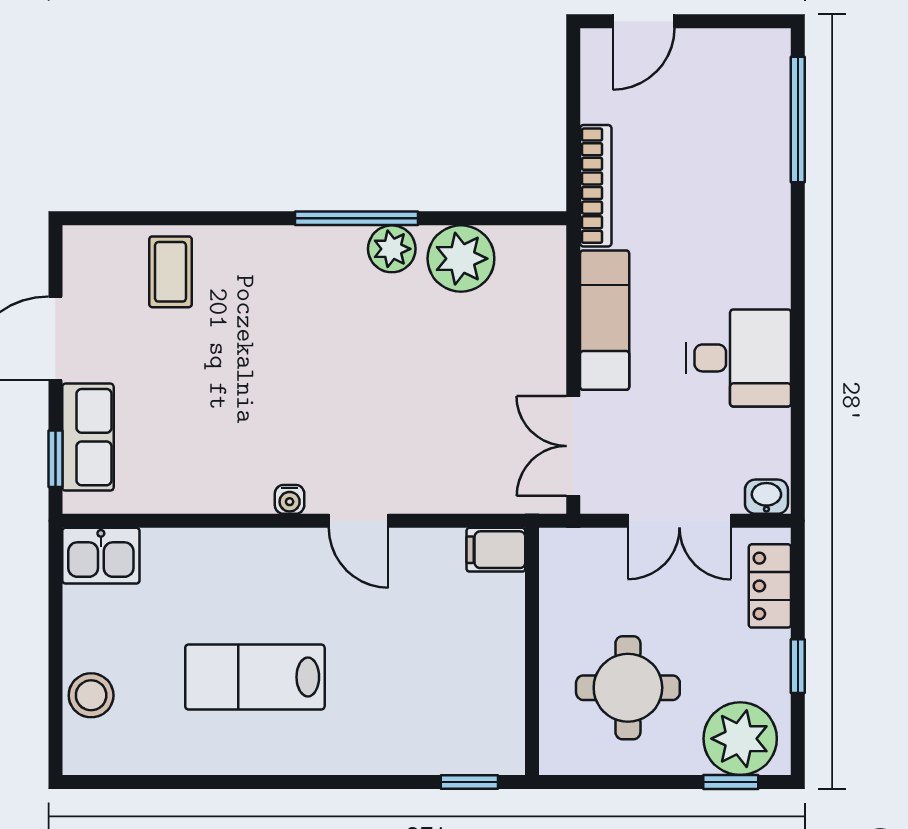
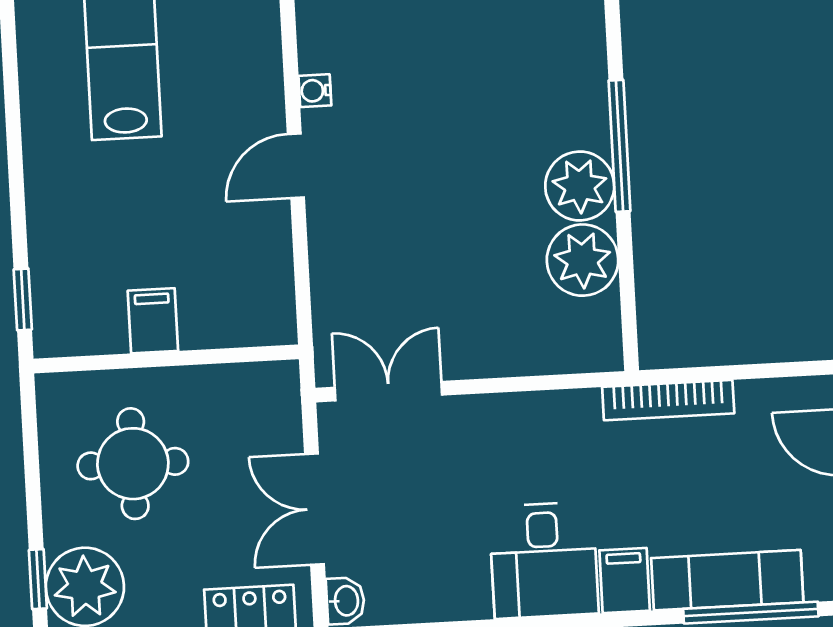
filing cabinet: (762, 235) -> (625, 580), added
plant: (392, 249) -> (580, 186), width x1.36, depth x1.36
exam couch: (605, 320) -> (727, 580), moved, turned 180
desk: (739, 358) -> (544, 560), moved
filing cabinet: (496, 550) -> (153, 321), moved

